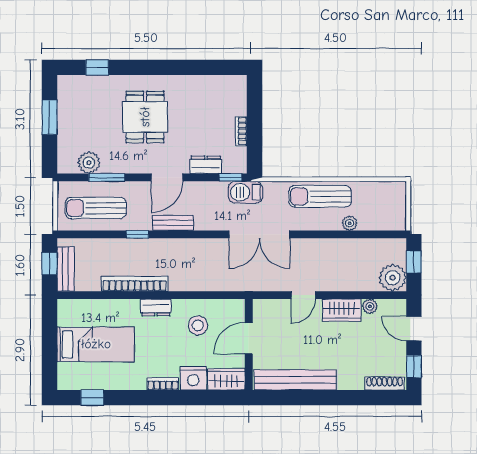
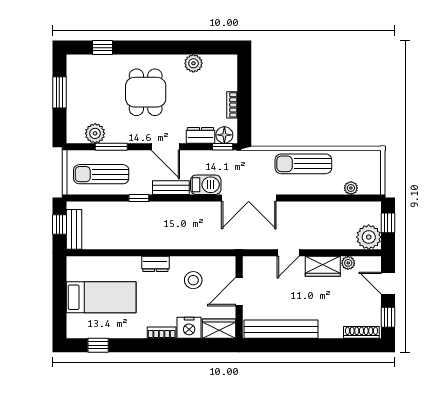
plant: (198, 85) -> (193, 63), added
floor lamp: (232, 164) -> (224, 135), added
door: (167, 177) -> (165, 147), hinge flipped
barbecue: (245, 192) -> (206, 185), moved, turned 180
plant: (350, 223) -> (351, 188), moved
bookcase: (135, 284) -> (136, 243), removed

